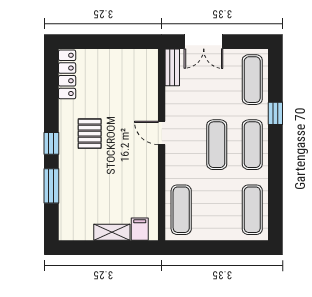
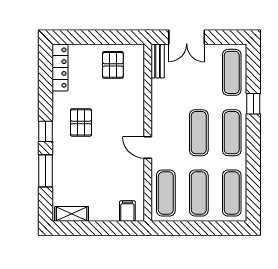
pallet: (124, 72) -> (113, 65), added
door: (162, 133) -> (148, 147), moved
exercise mat: (217, 210) -> (199, 193), added
shelving: (112, 232) -> (72, 214), moved

